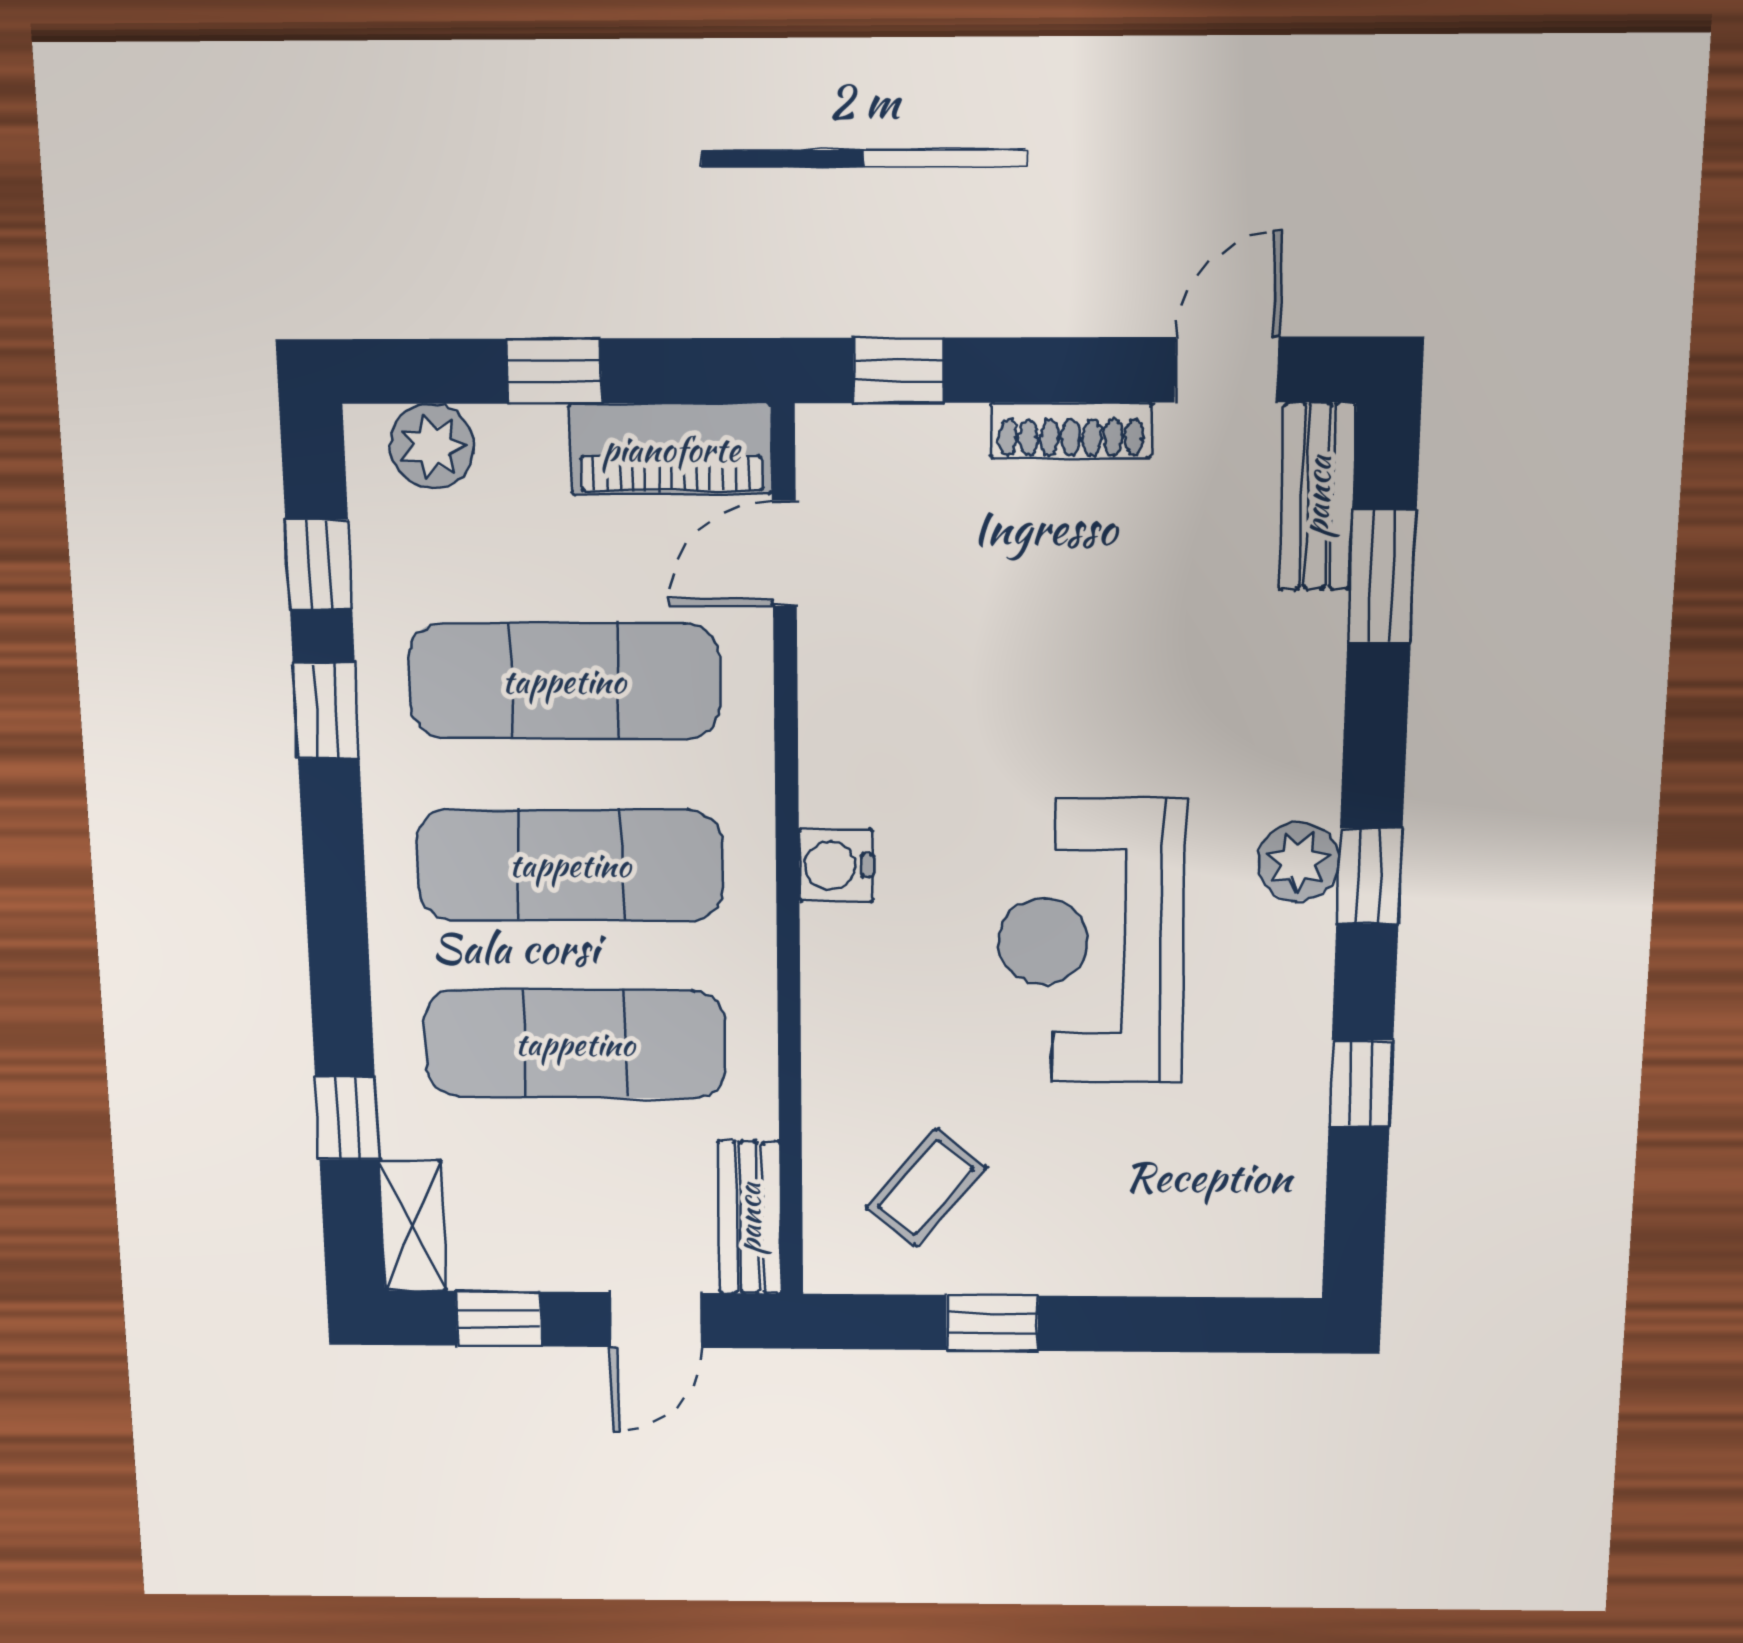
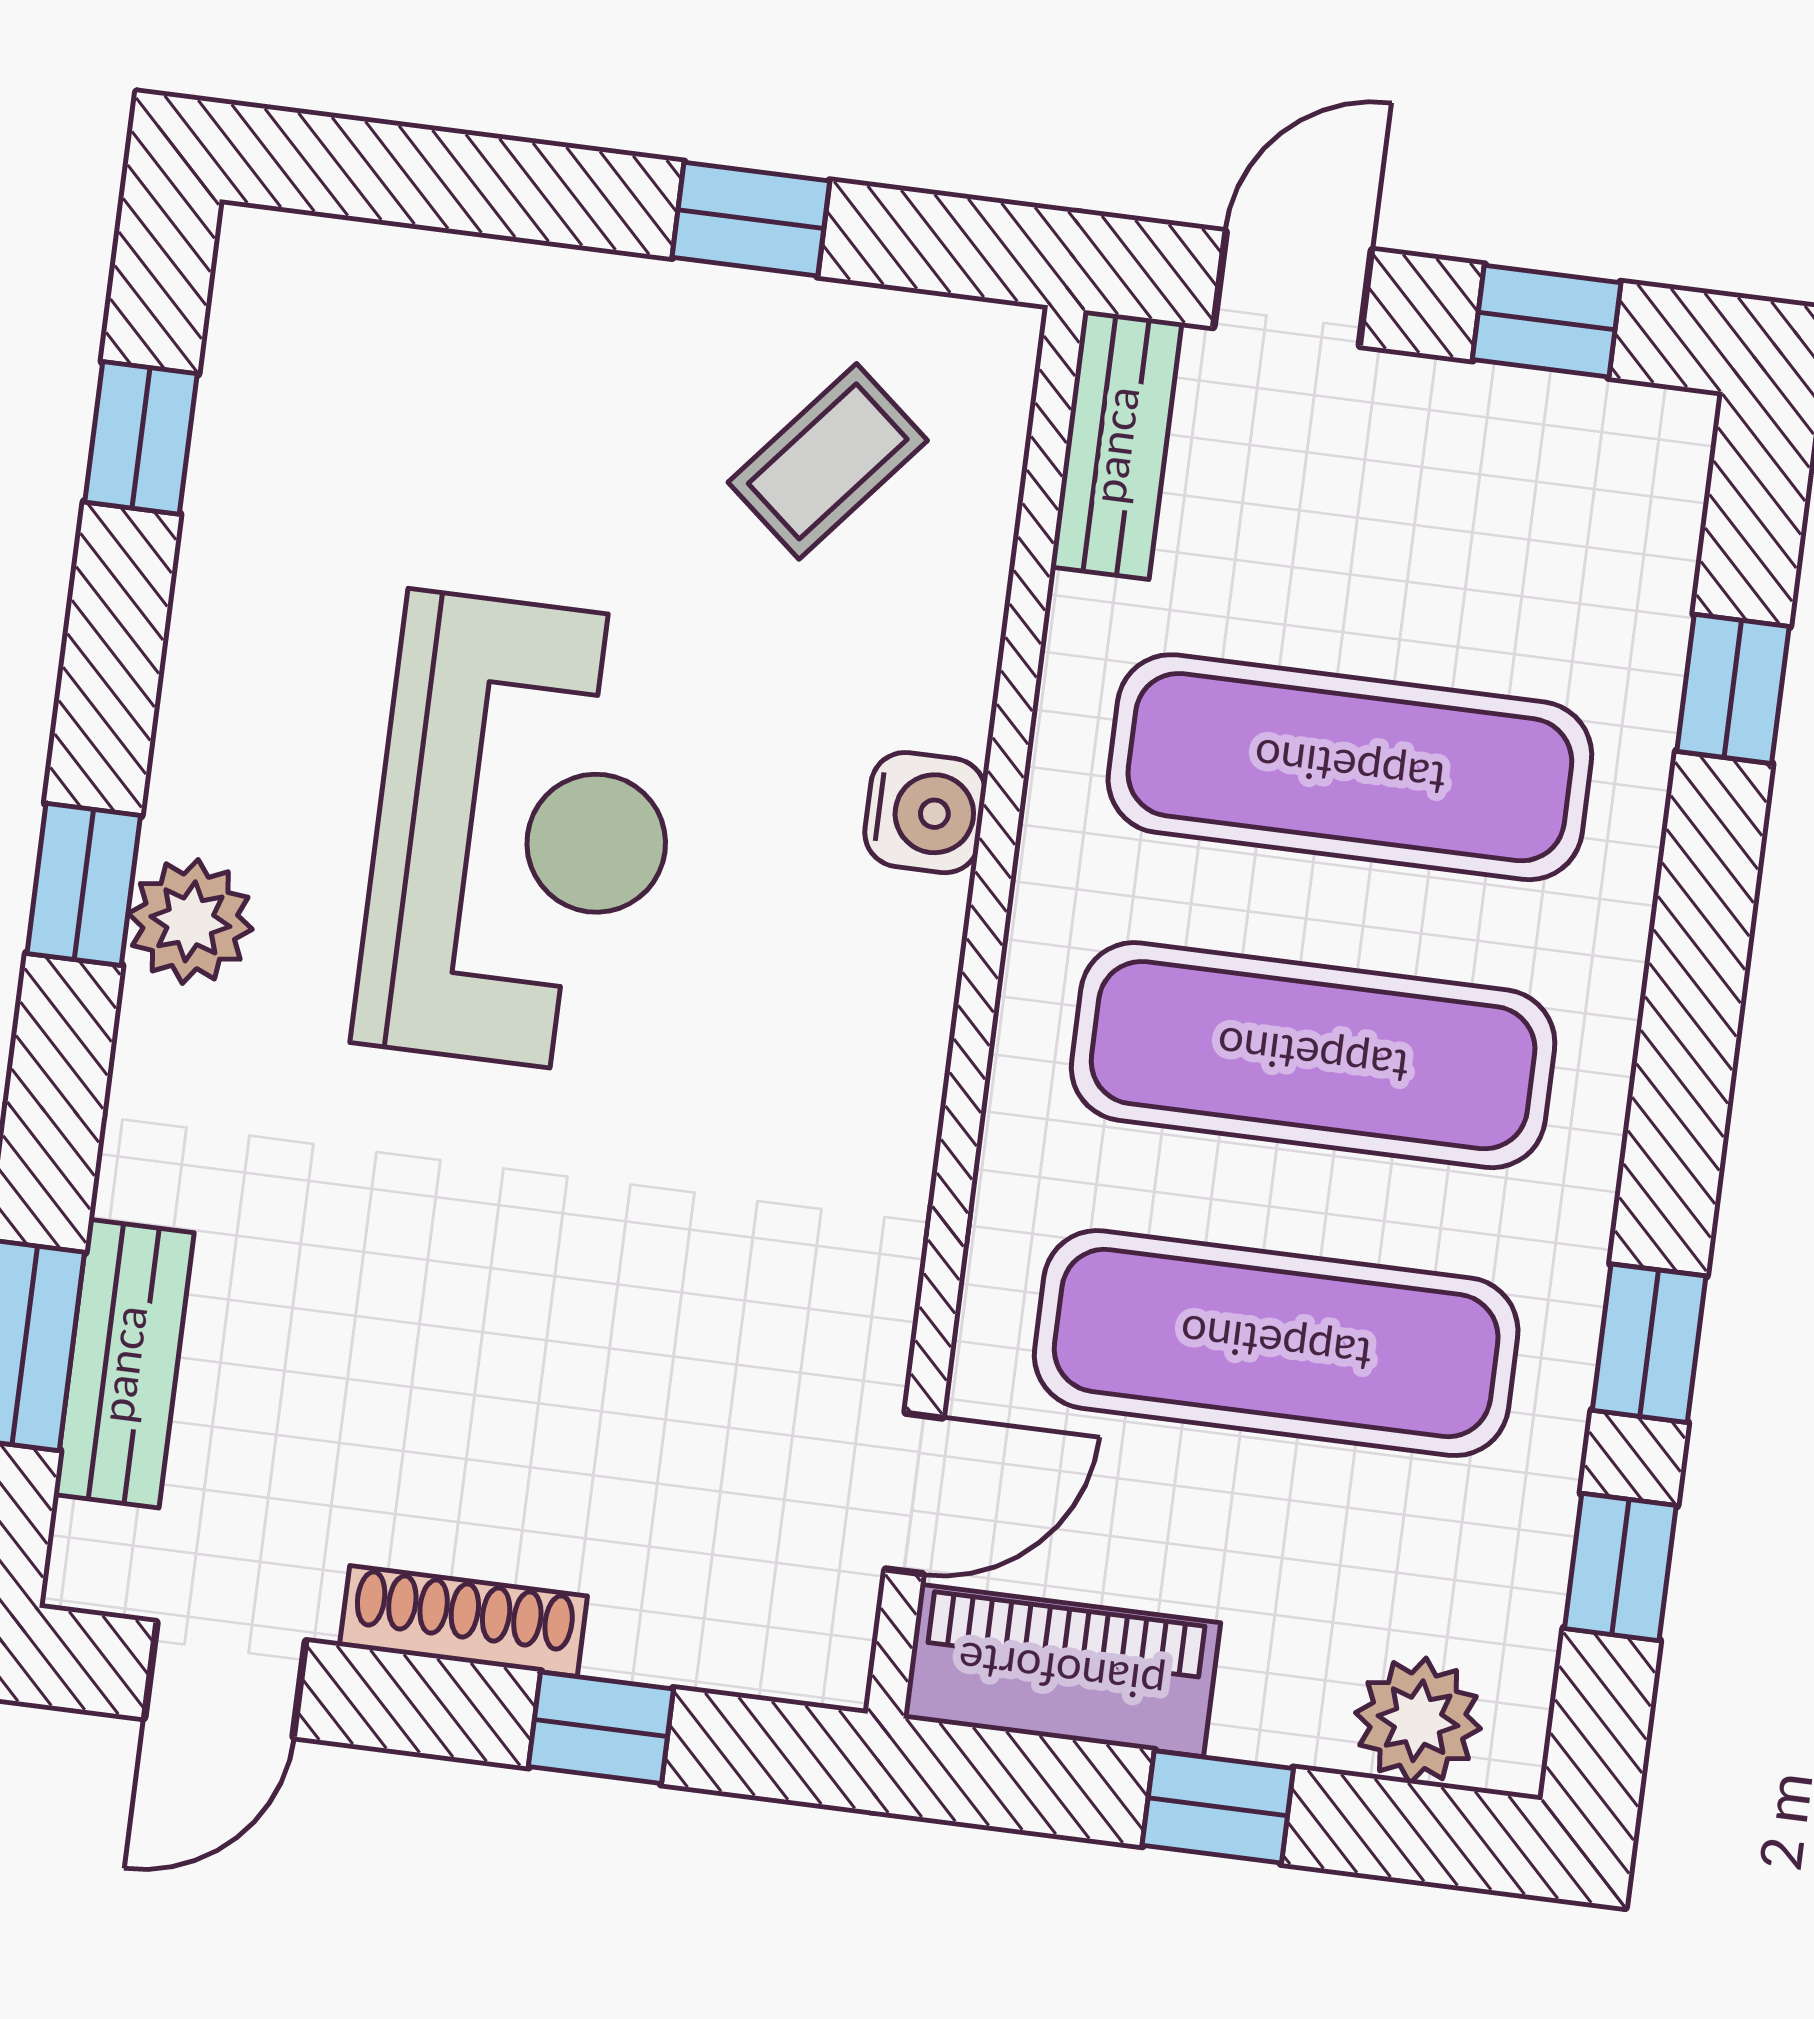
window: (899, 370) -> (601, 1728), moved
bench: (1317, 496) -> (124, 1364), moved
water cooler: (836, 865) -> (925, 813), moved
window: (1361, 1084) -> (141, 438), moved
shelving: (413, 1226) -> (1659, 496), removed

